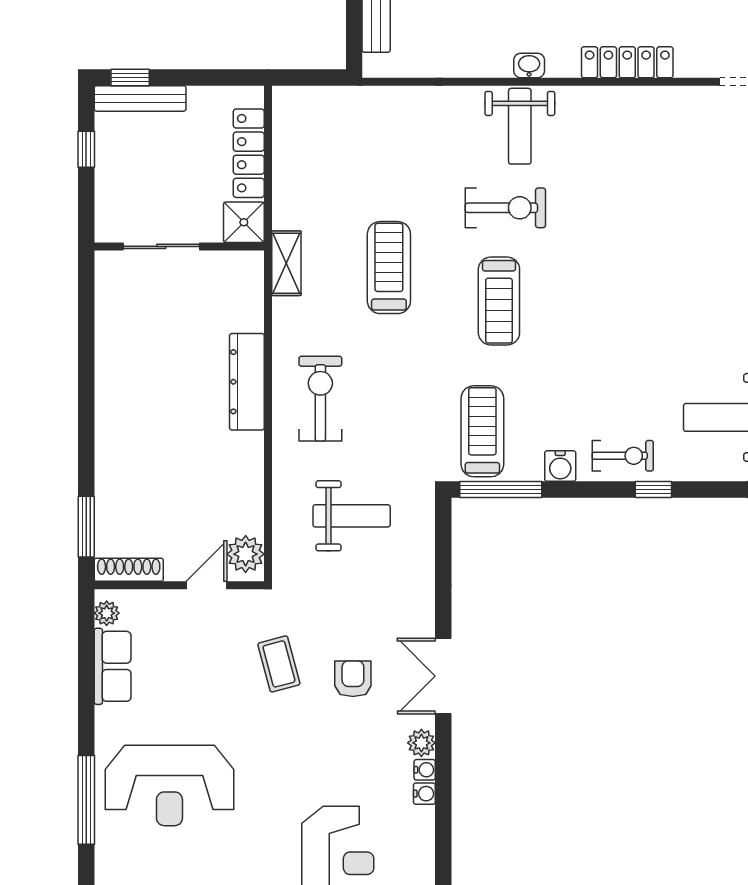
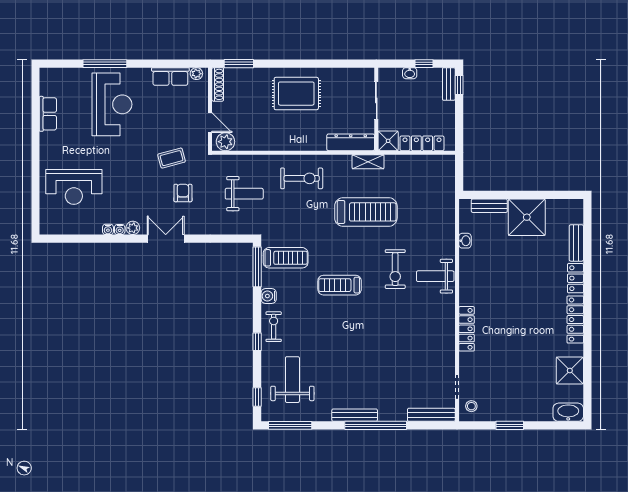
washbasin: (529, 65) -> (465, 241), moved
bench: (140, 98) -> (449, 84), width x0.73
washbasin: (106, 178) -> (410, 73), added
treadmill: (389, 268) -> (366, 212), width x1.37, depth x1.38
treadmill: (499, 301) -> (340, 285), moved
dresser: (247, 382) -> (351, 142), moved
rug: (147, 410) -> (296, 94), added
exercise bike: (623, 456) -> (274, 327), turned 180
weight bench: (352, 516) -> (244, 194), turned -90
armchair: (353, 679) -> (183, 193), moved, turned -90
reception desk: (169, 785) -> (112, 104), turned 180

